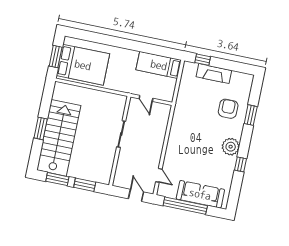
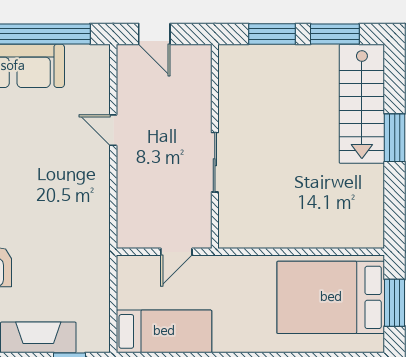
door: (146, 98) -> (176, 252), swing flipped
stairs: (59, 138) -> (362, 104), width x0.73, depth x0.66
door: (159, 175) -> (113, 130), moved

